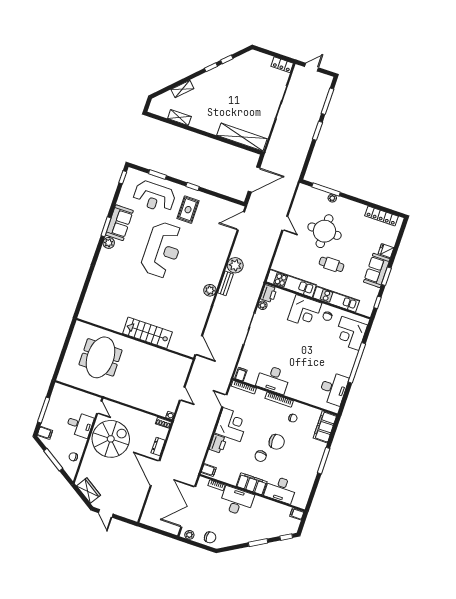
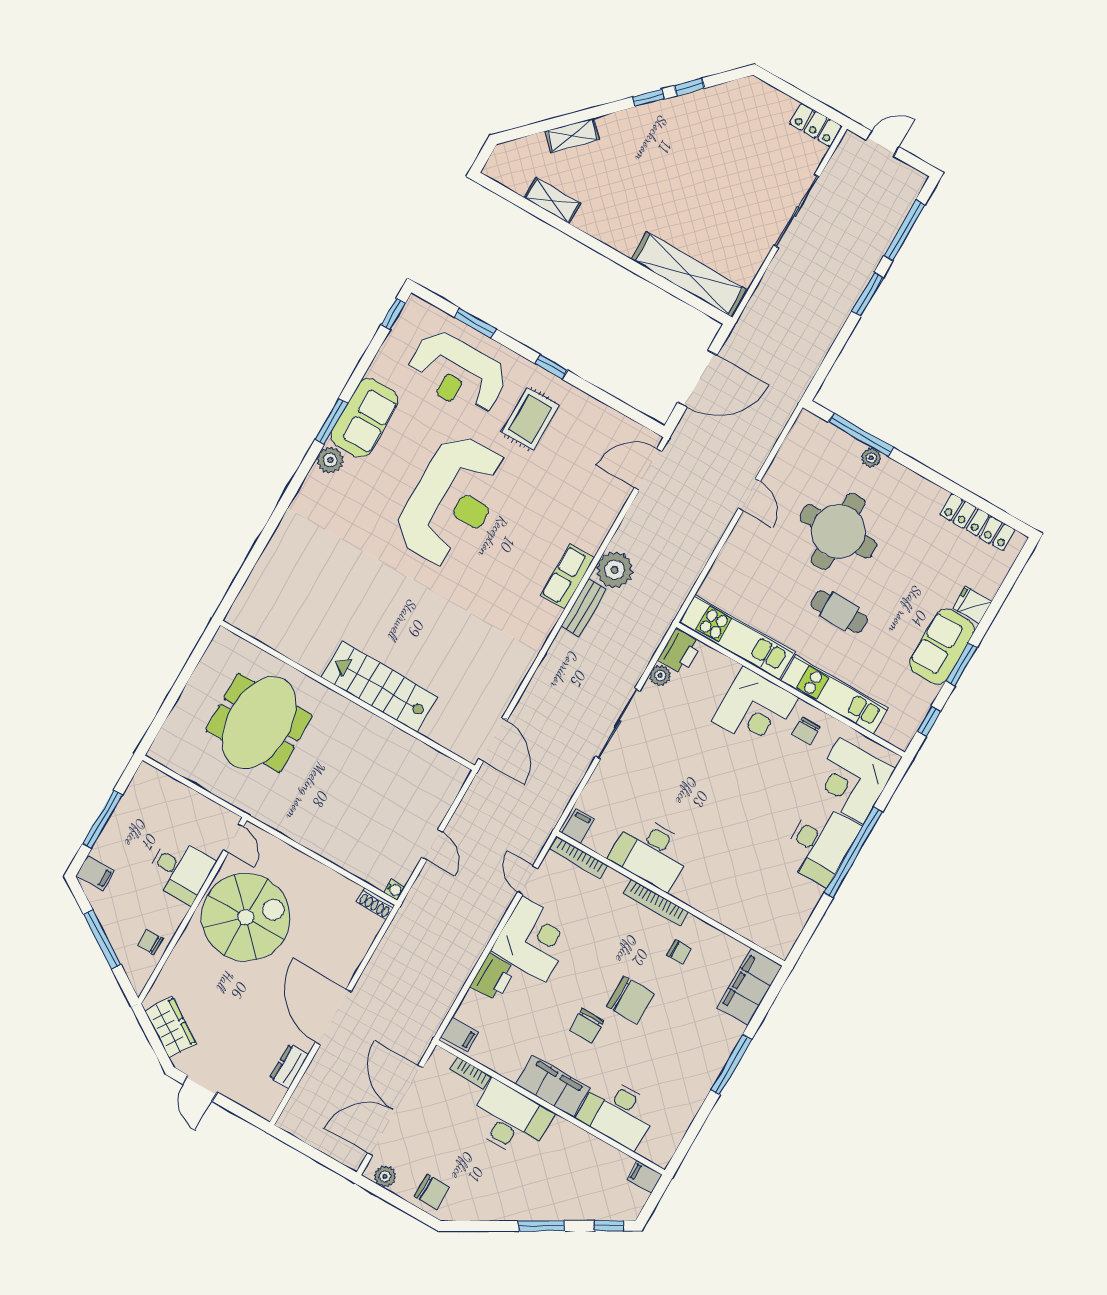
row of seats: (216, 272) -> (567, 577), added
plant: (210, 290) -> (544, 616), removed
desk: (333, 389) -> (820, 844), moved
dresser: (158, 447) -> (289, 1066), moved

